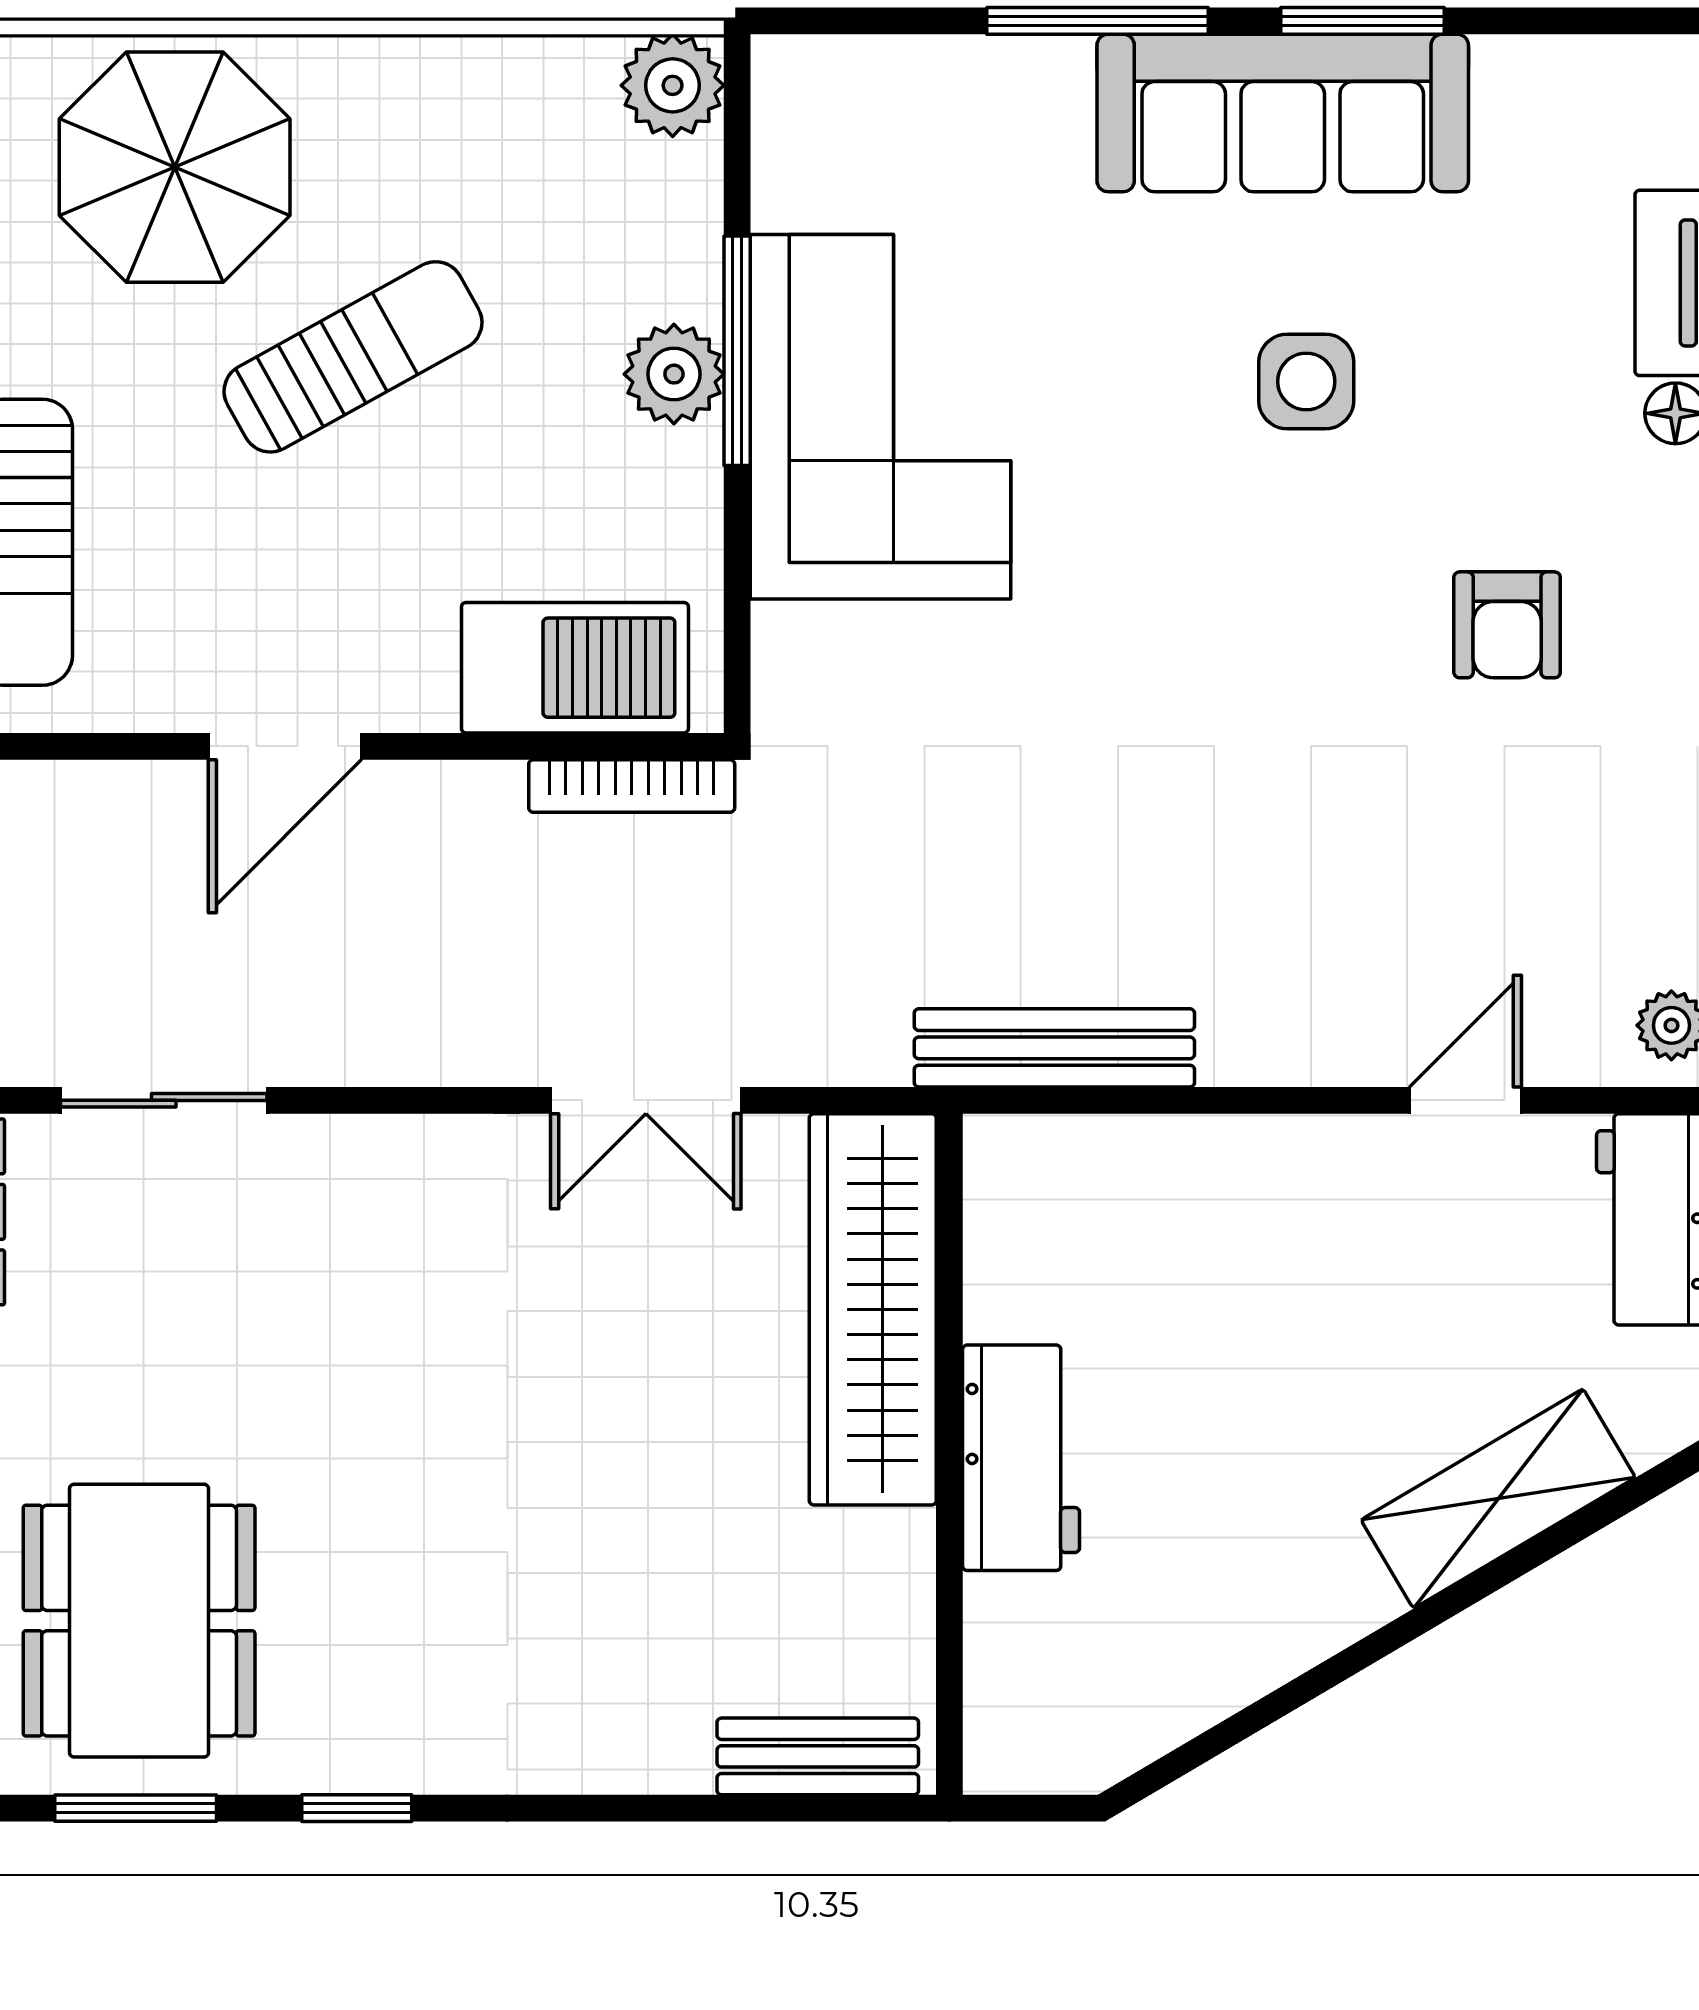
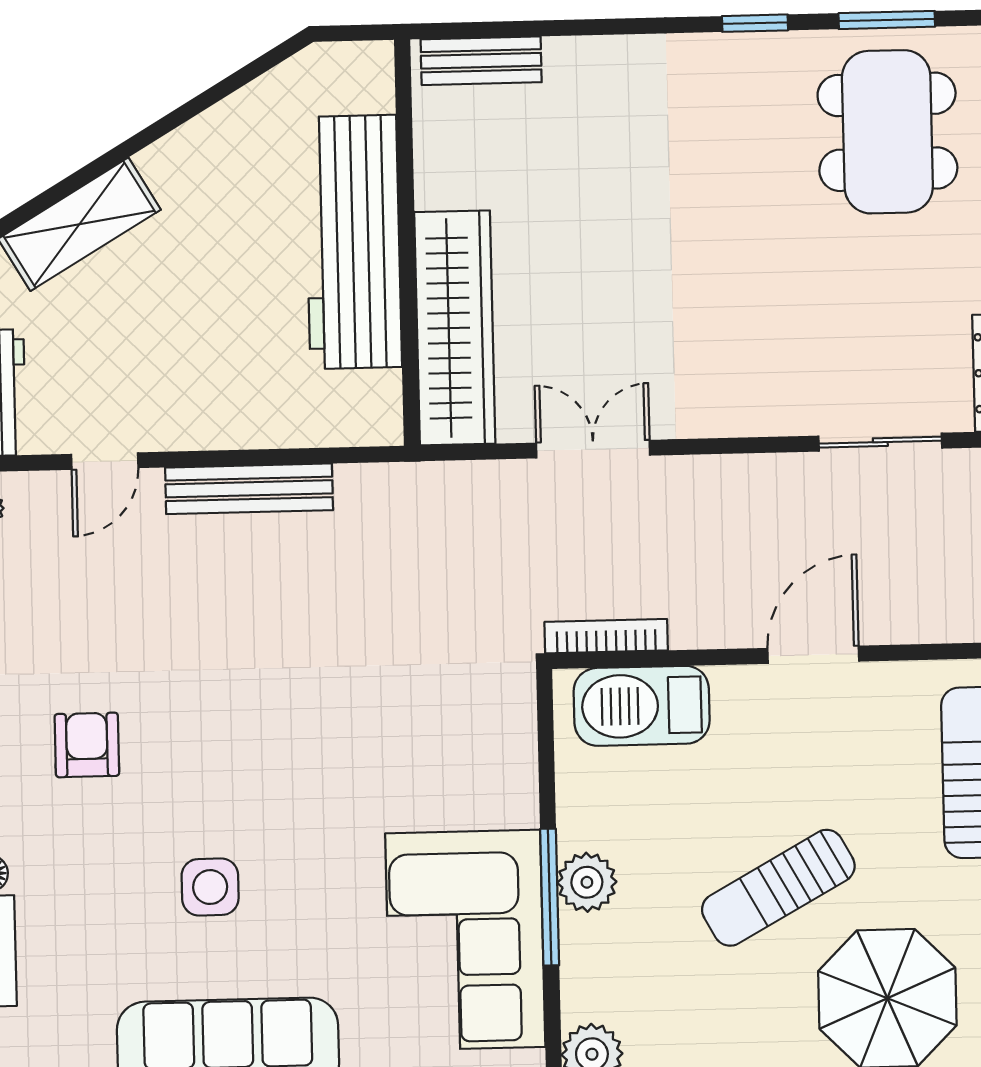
corner sofa: (880, 417) -> (465, 940), moved
bench: (1054, 1048) -> (249, 489), moved
workbench: (1021, 1458) -> (353, 242), width x1.88, depth x1.32

